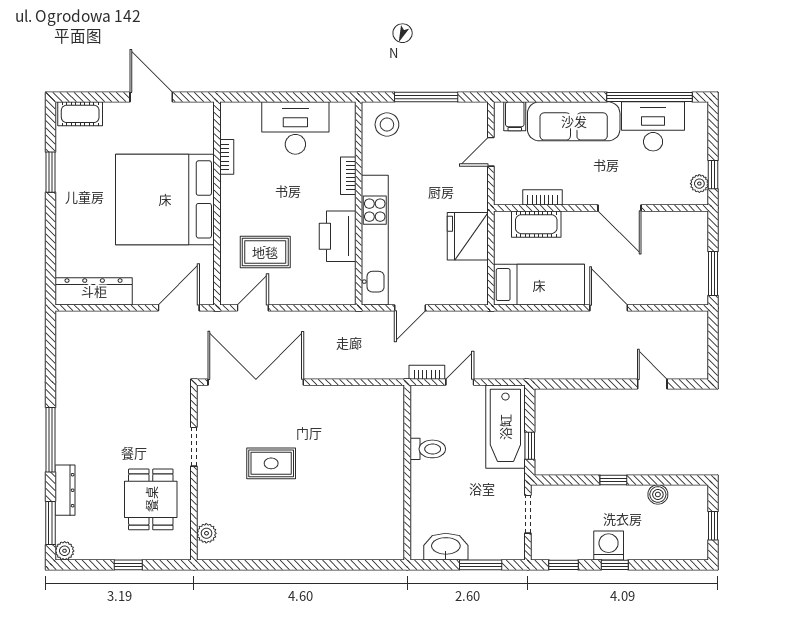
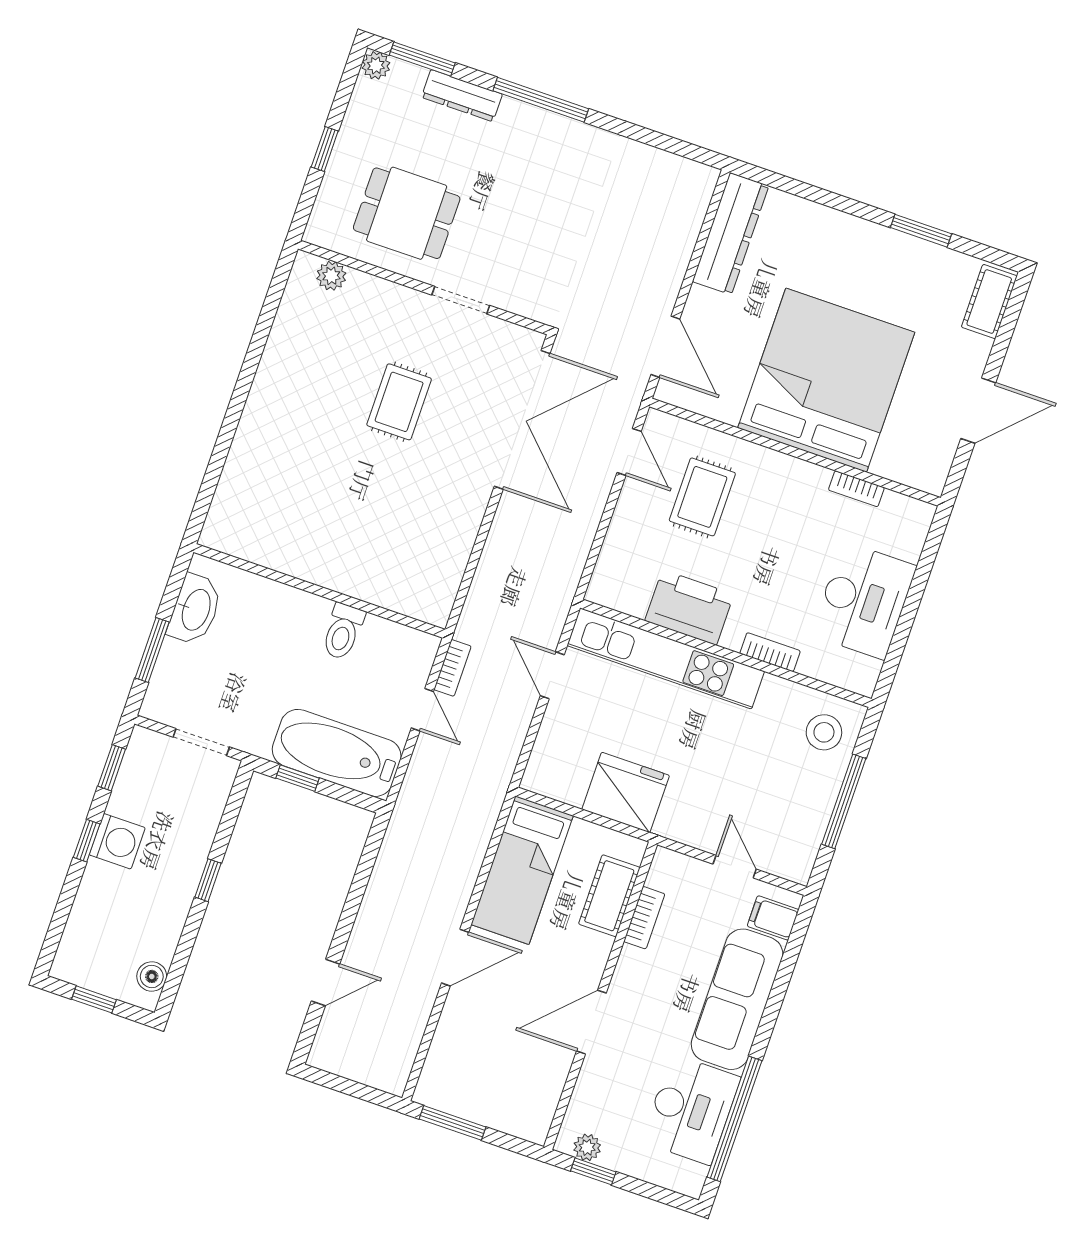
boiler: (658, 494) -> (152, 976), moved

